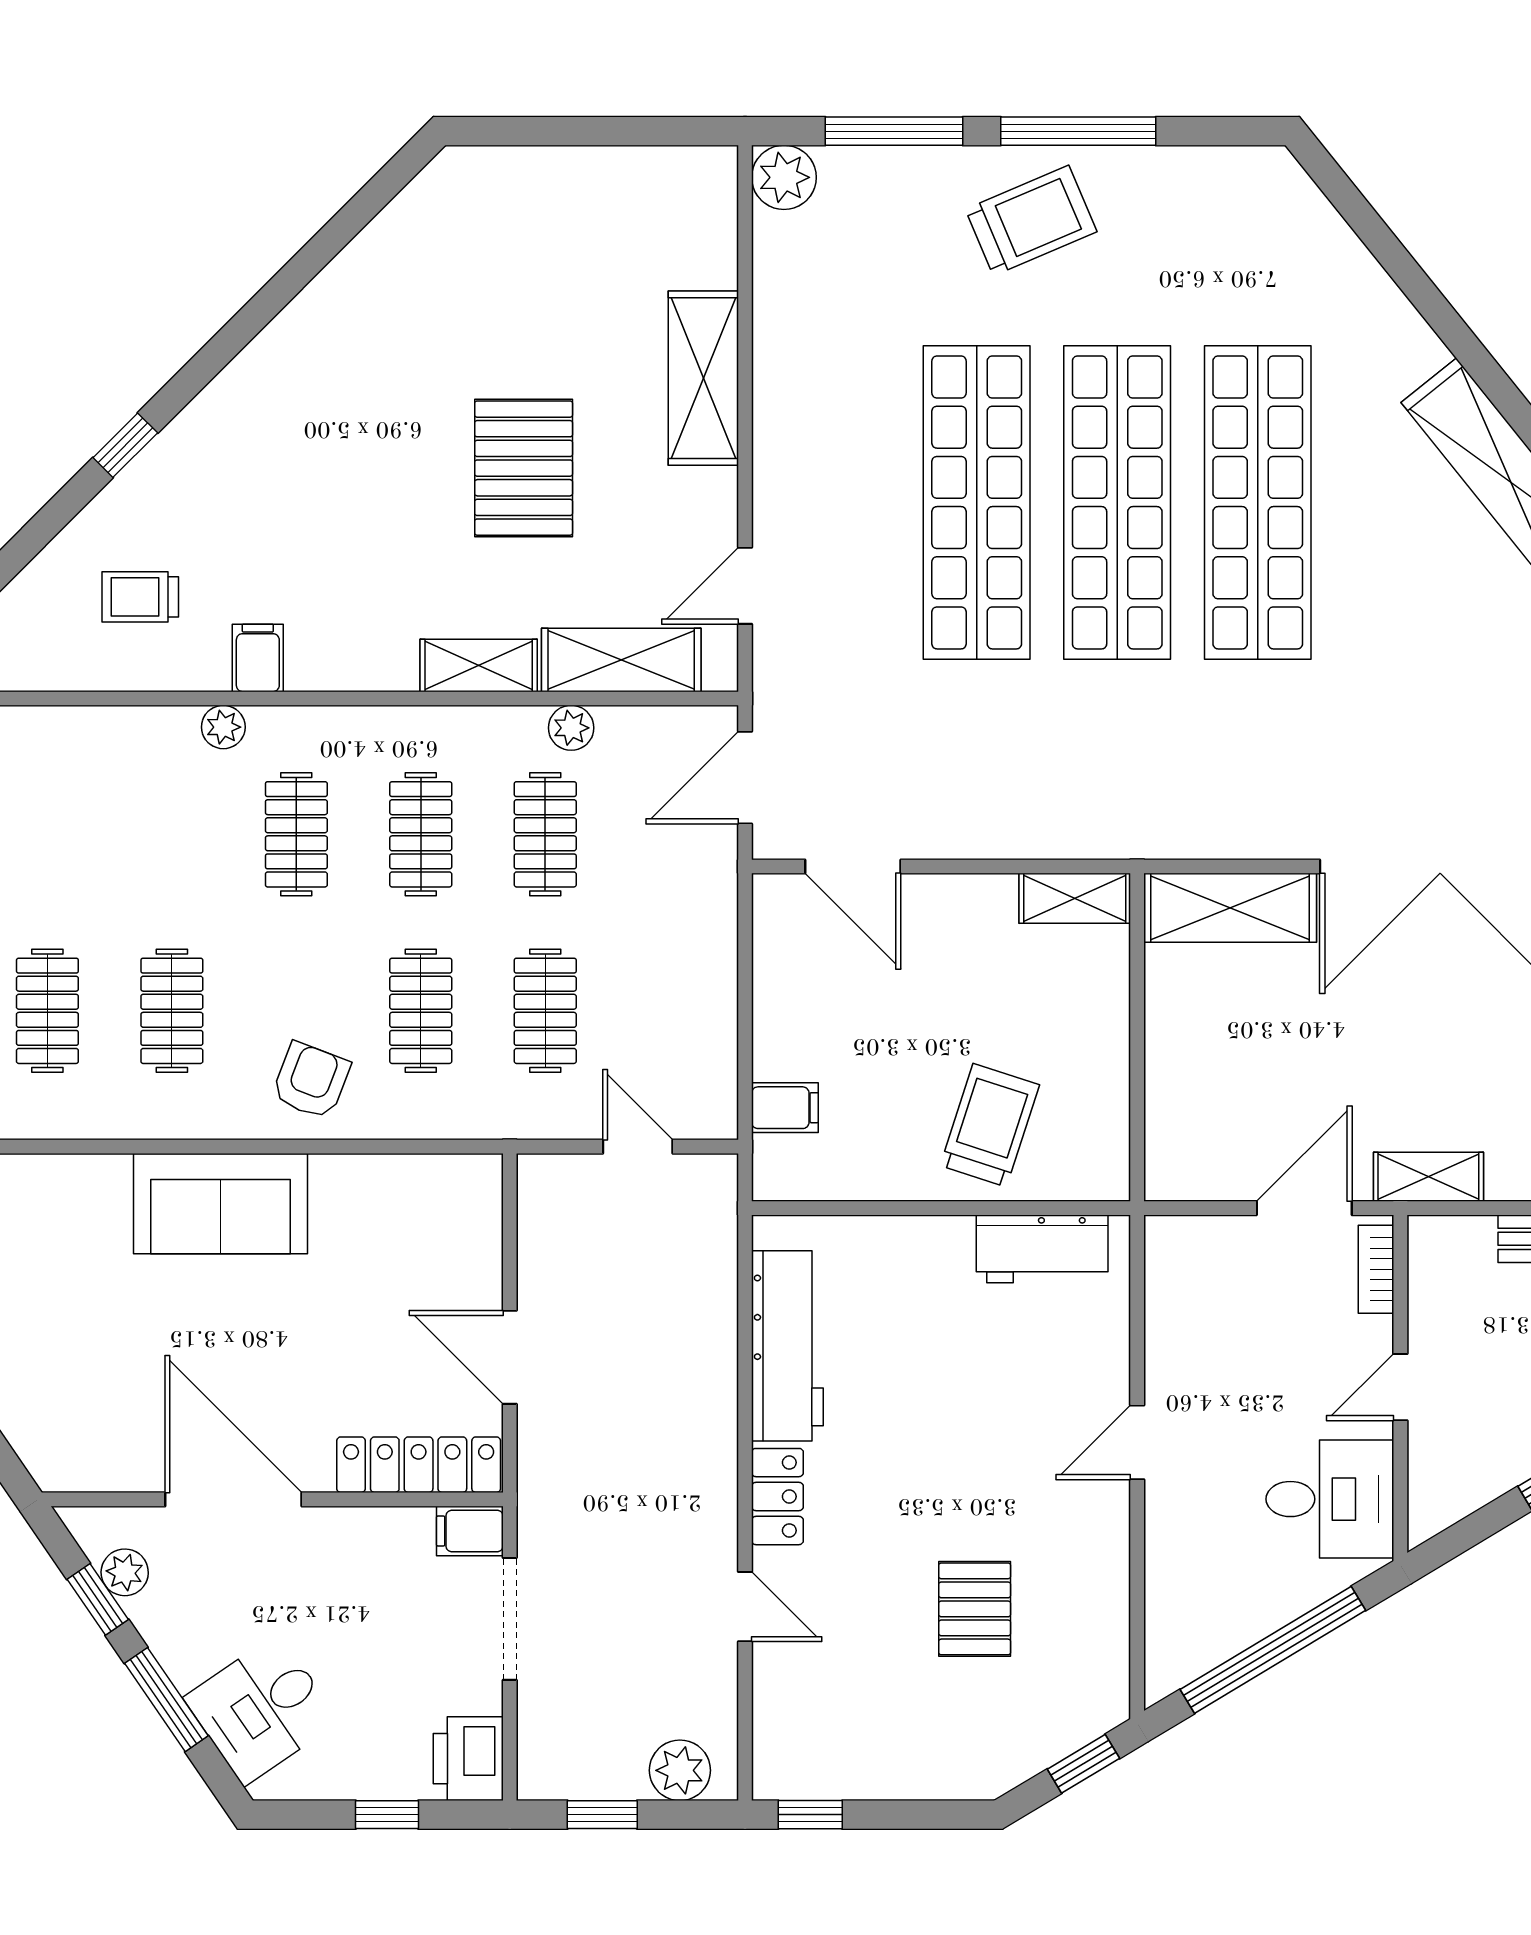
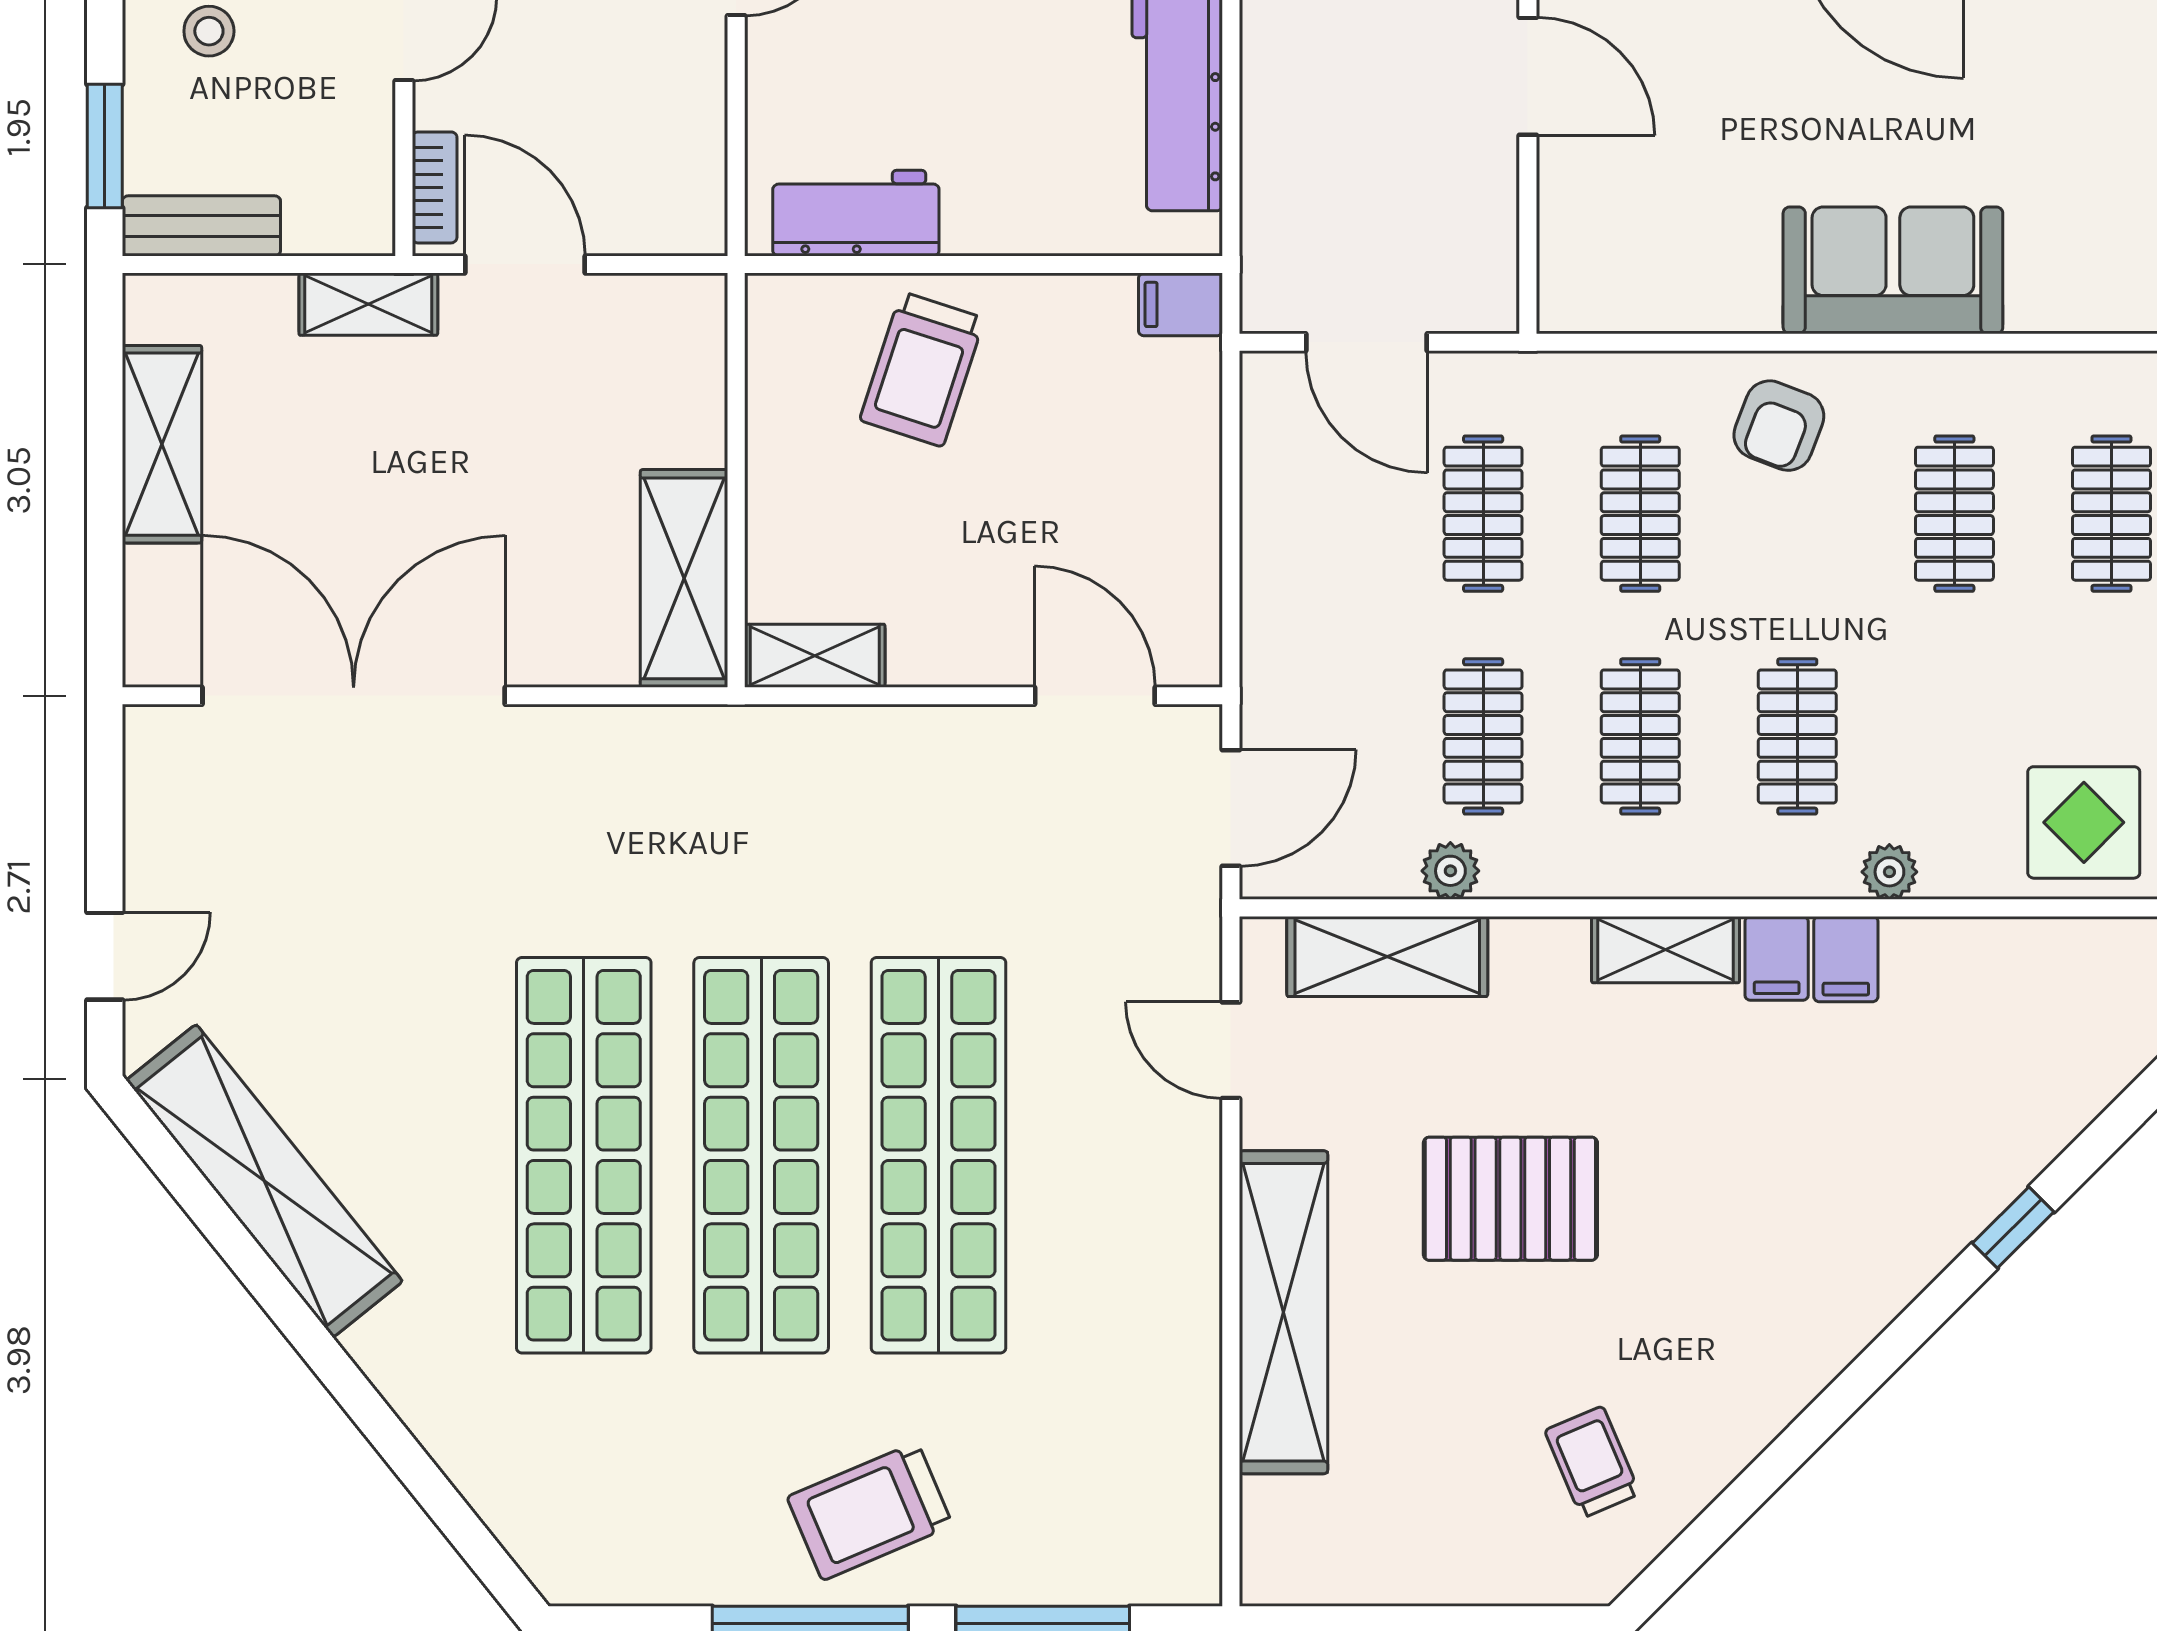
plant: (784, 177) -> (1182, 1566), removed
shelving: (703, 378) -> (1284, 1312), width x1.47
pallet: (524, 468) -> (1510, 1199), turned 90
door: (745, 586) -> (1231, 1050), swing flipped
trolley: (140, 597) -> (1592, 1462), moved, turned -113
filing cabinet: (313, 658) -> (1777, 958), added
shelving: (479, 665) -> (1666, 950), moved
display table: (69, 766) -> (2084, 822), added
shelving: (1230, 908) -> (684, 578), moved, turned 90
filing cabinet: (785, 1108) -> (1180, 304), moved
door: (638, 1147) -> (1366, 342), width x1.38
door: (1304, 1208) -> (525, 264), swing flipped

